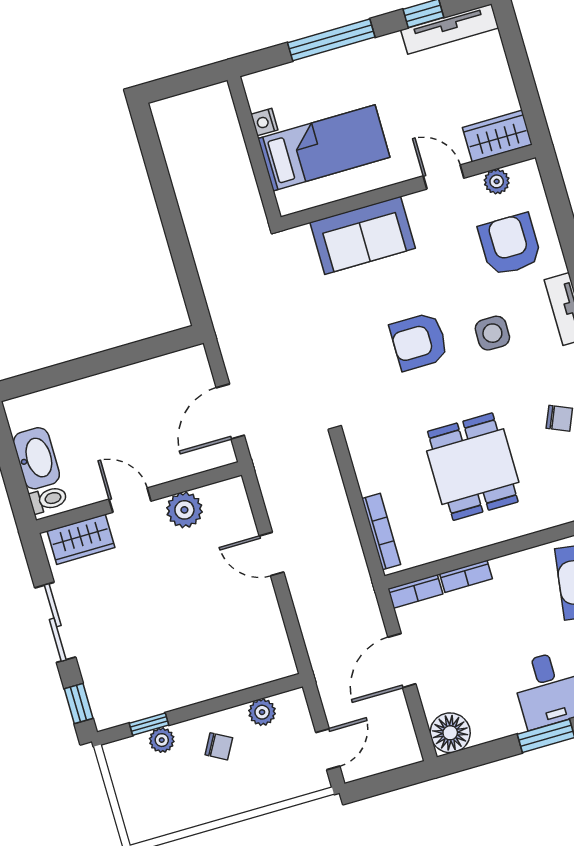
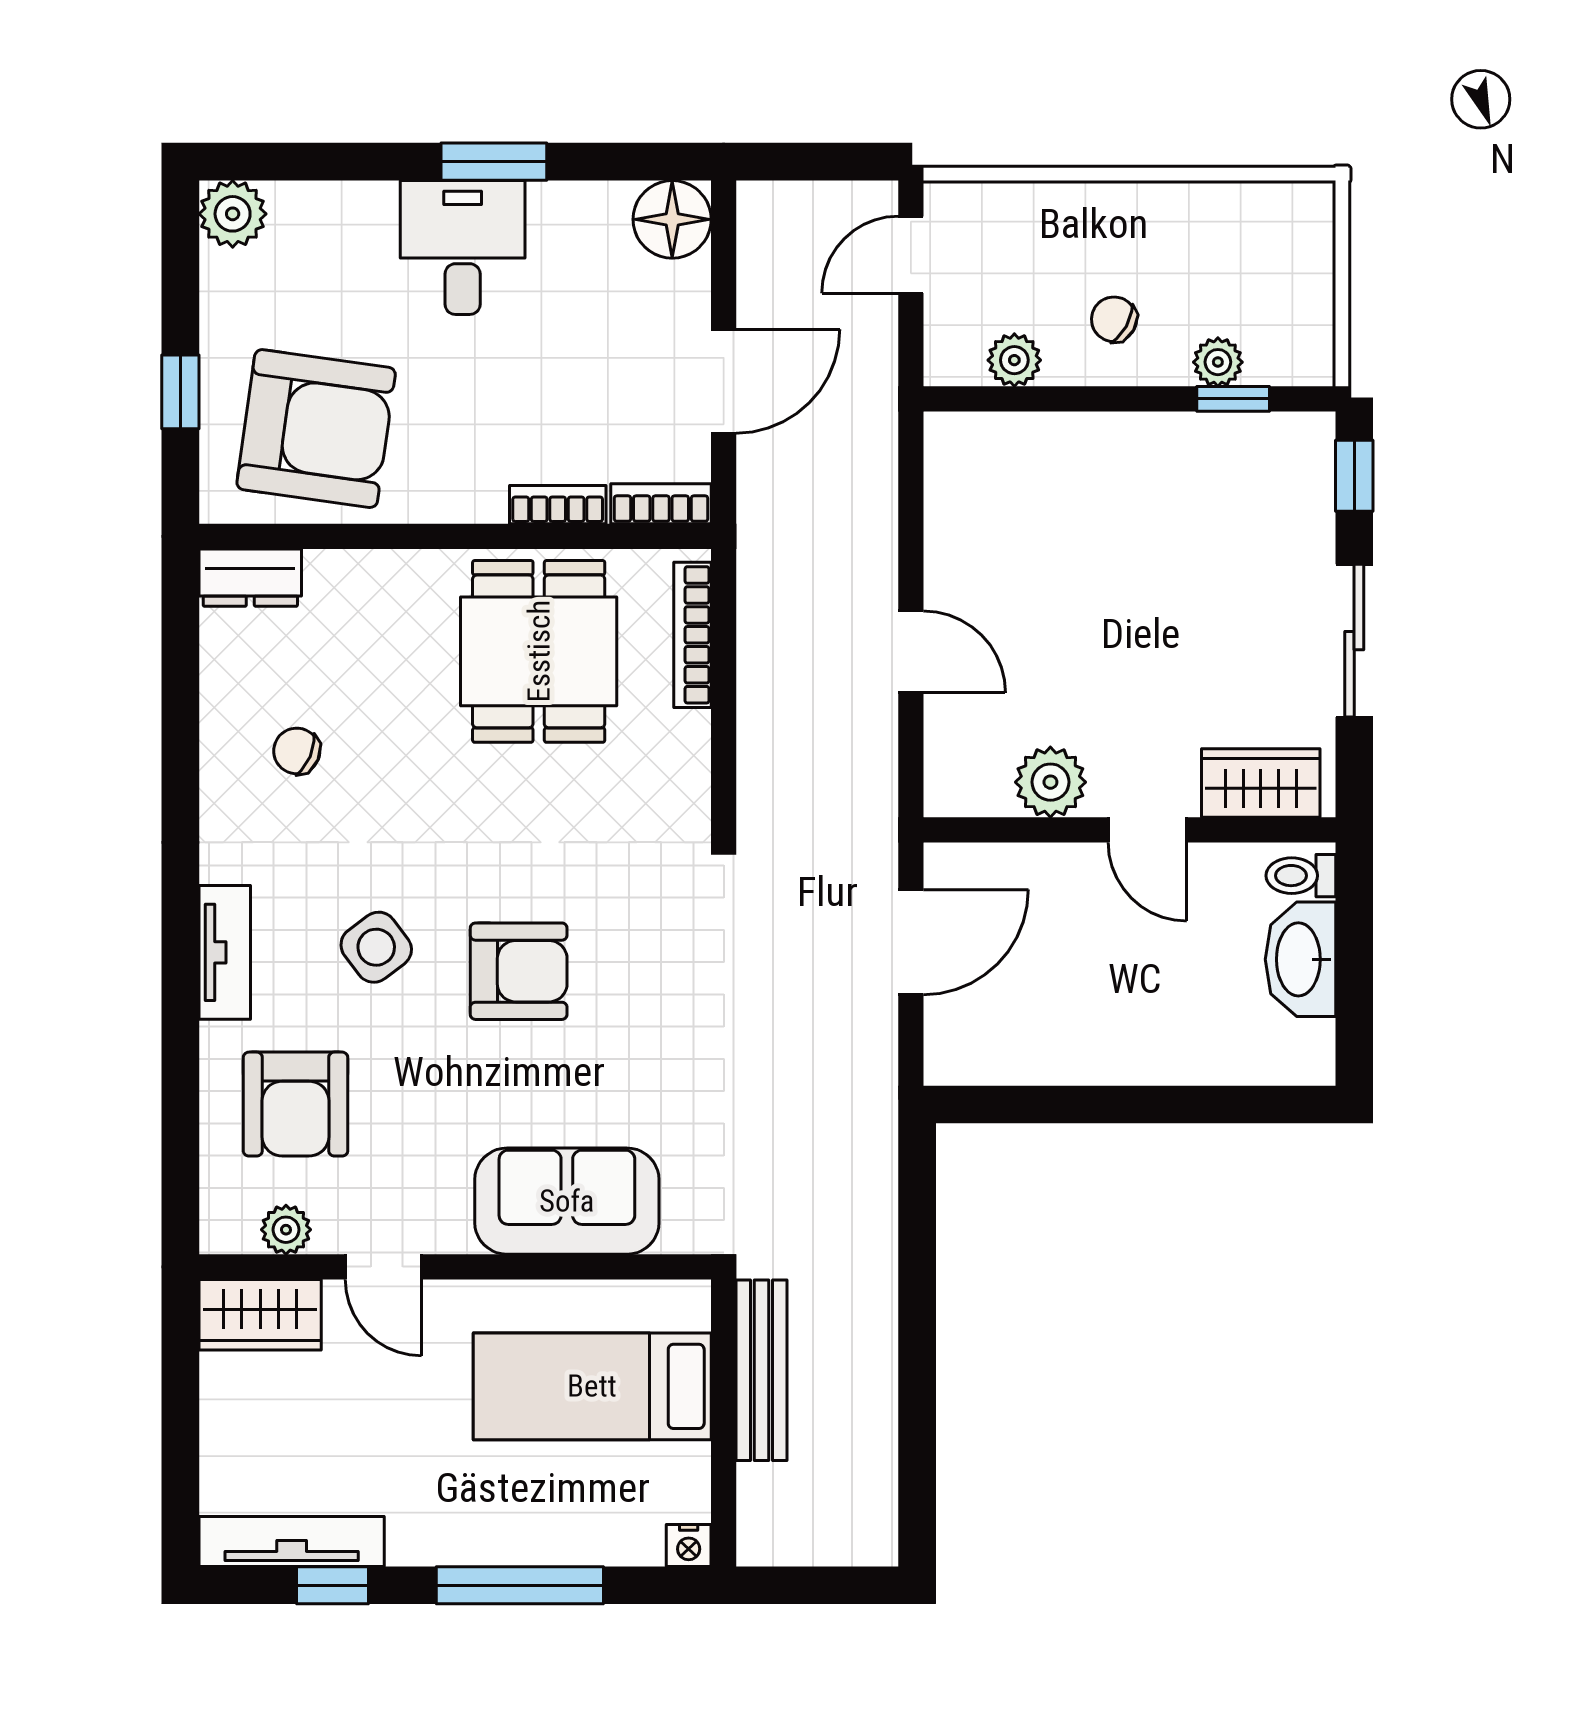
nightstand: (264, 122) -> (689, 1545), moved, turned 90
bench: (243, 180) -> (761, 1370), added
side table: (492, 333) -> (376, 947), turned -37
dining table: (473, 467) -> (539, 651), moved

